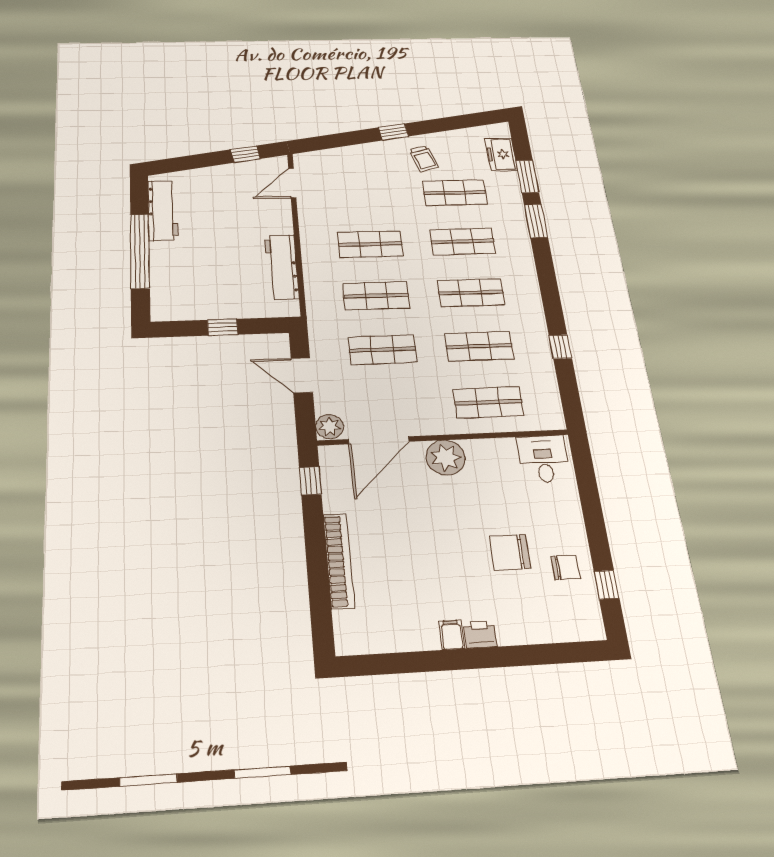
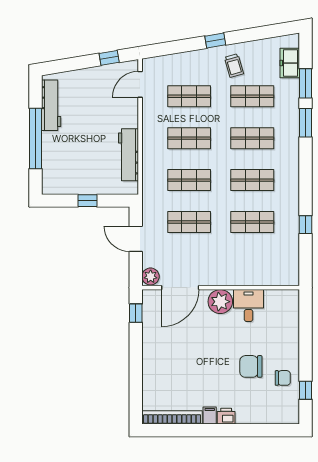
shop shelf: (488, 402) -> (189, 96), moved
desk: (544, 459) -> (249, 305), moved
bookcase: (339, 561) -> (172, 417), moved, turned -90

